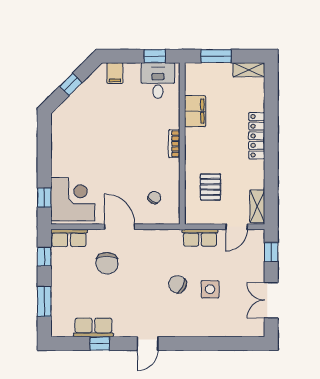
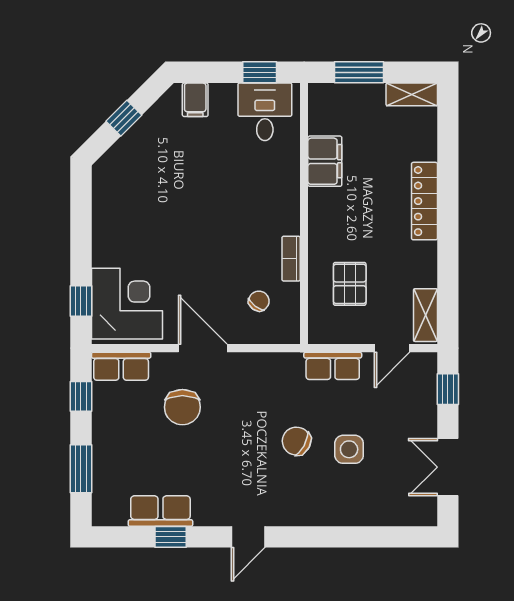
bookcase: (174, 144) -> (291, 259), moved

